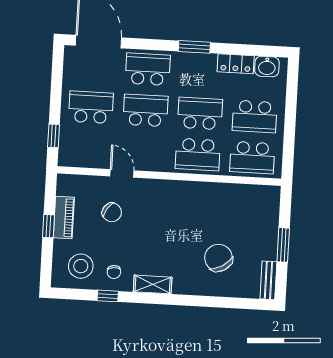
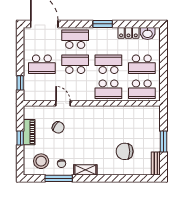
school desk: (91, 107) -> (42, 64), turned 180
chair: (218, 258) -> (125, 151), turned -59
window: (108, 296) -> (59, 178), width x2.17

